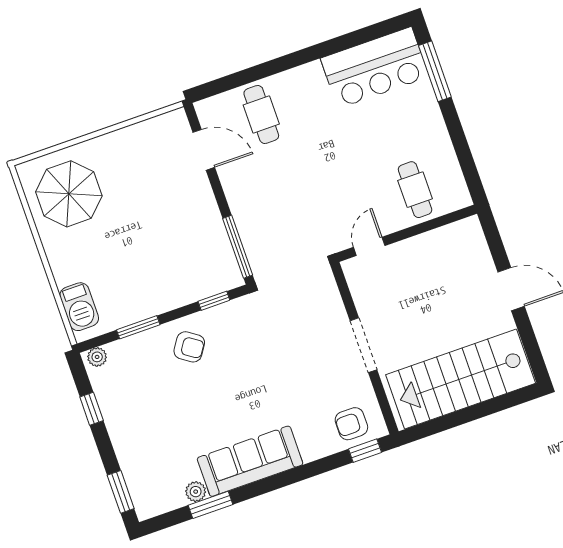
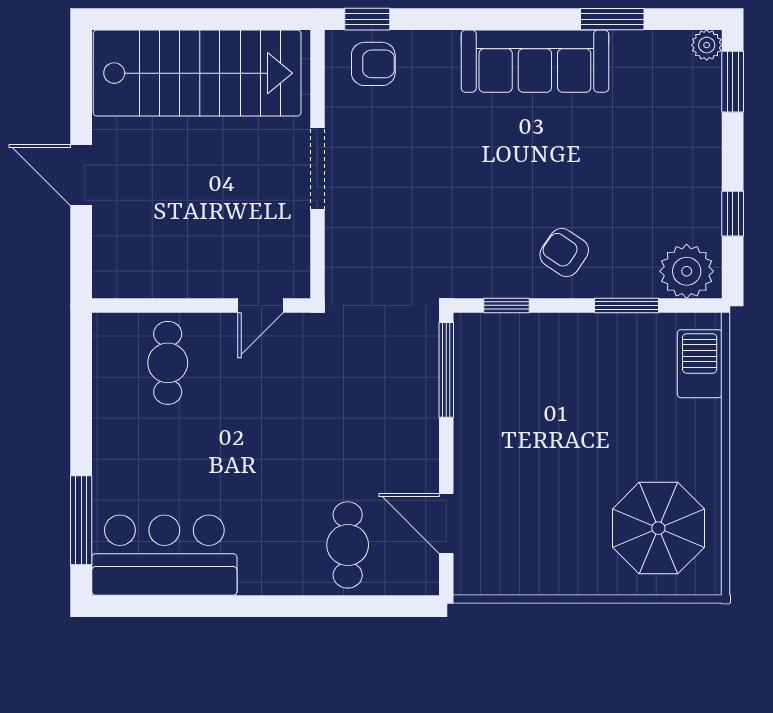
plant: (97, 357) -> (687, 271), width x1.88, depth x1.88
plant: (196, 492) -> (707, 45), moved

